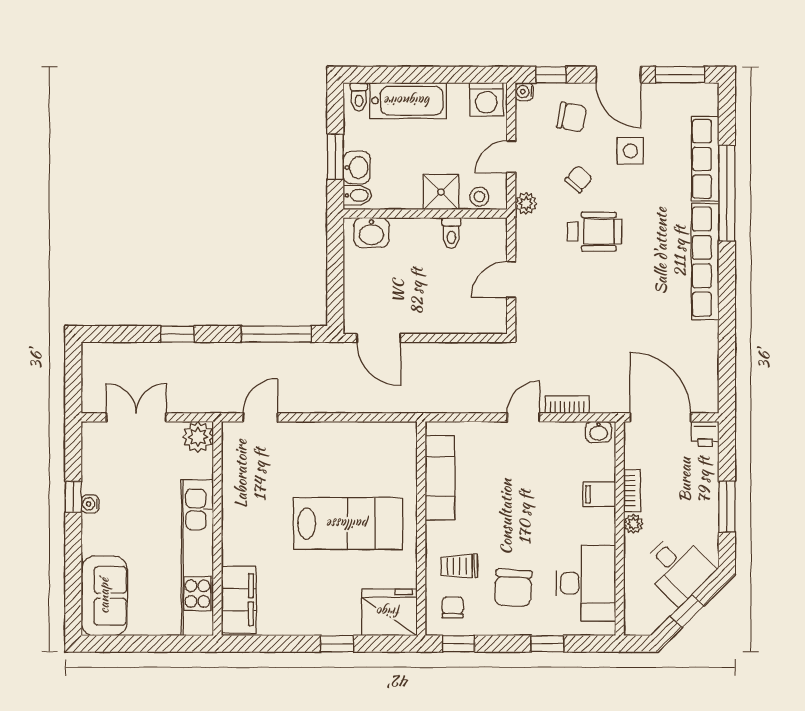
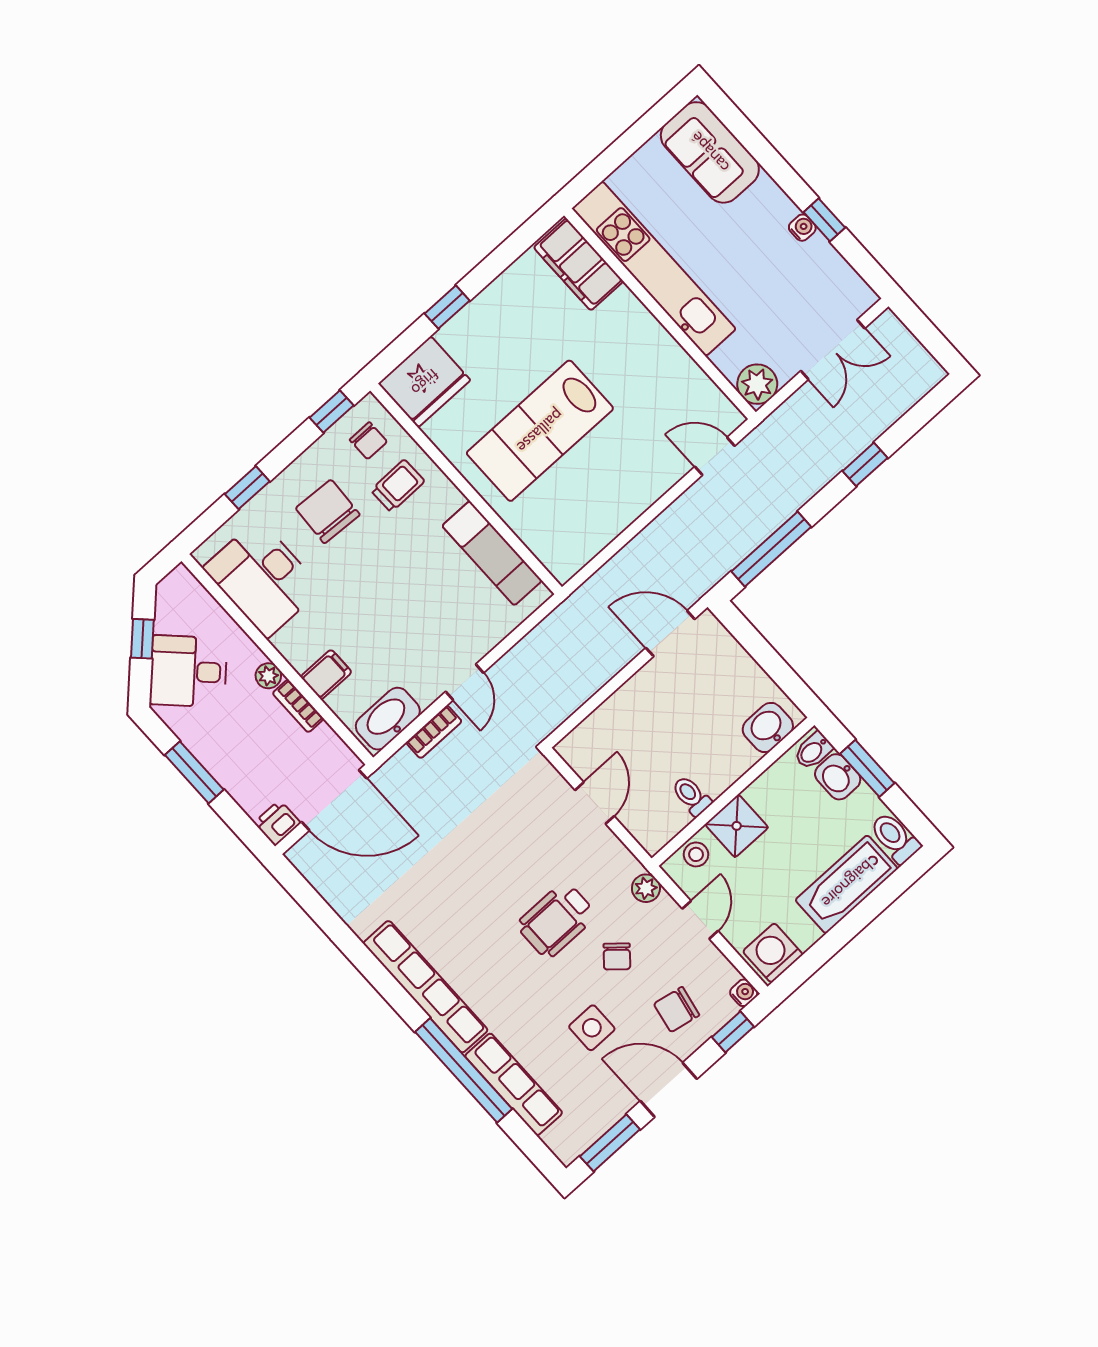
toilet: (359, 97) -> (895, 838), width x1.37, depth x1.39
door: (260, 417) -> (715, 456), swing flipped
washbasin: (599, 432) -> (388, 719), width x1.91, depth x1.45

